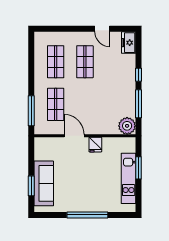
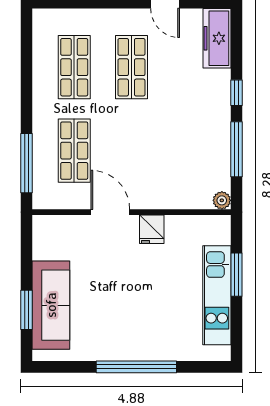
freezer: (129, 43) -> (217, 38), width x1.40
plant: (127, 126) -> (222, 200), width x0.53, depth x0.53

